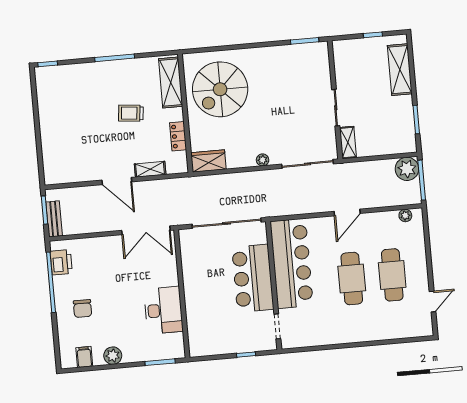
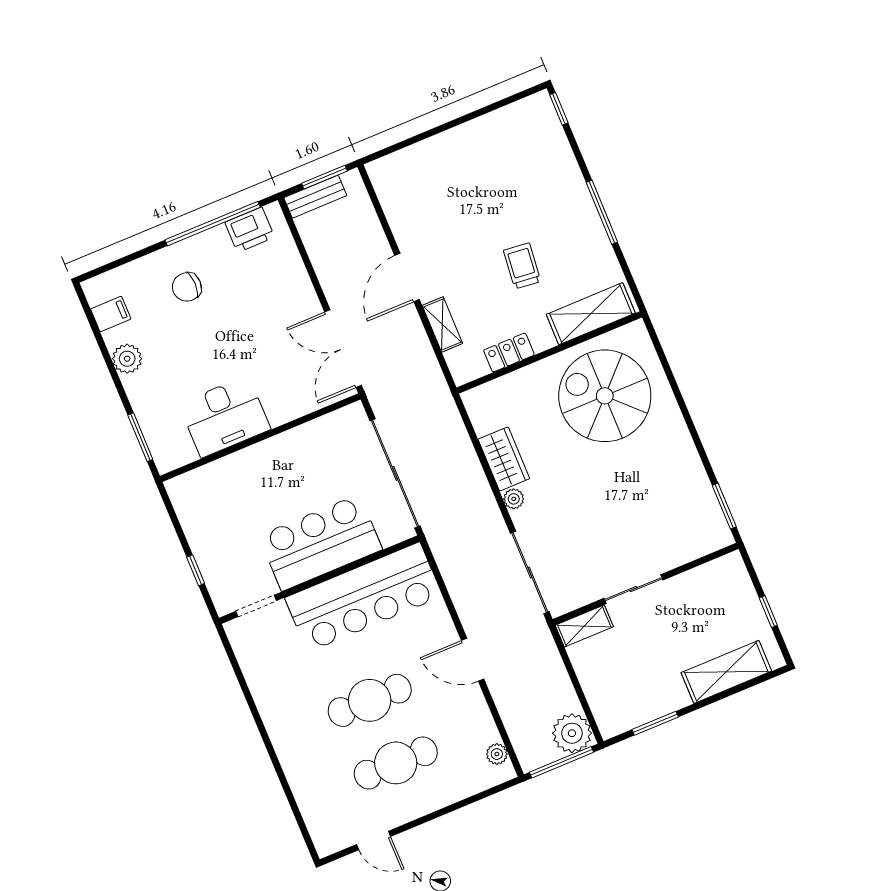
wardrobe: (208, 161) -> (504, 459), moved

